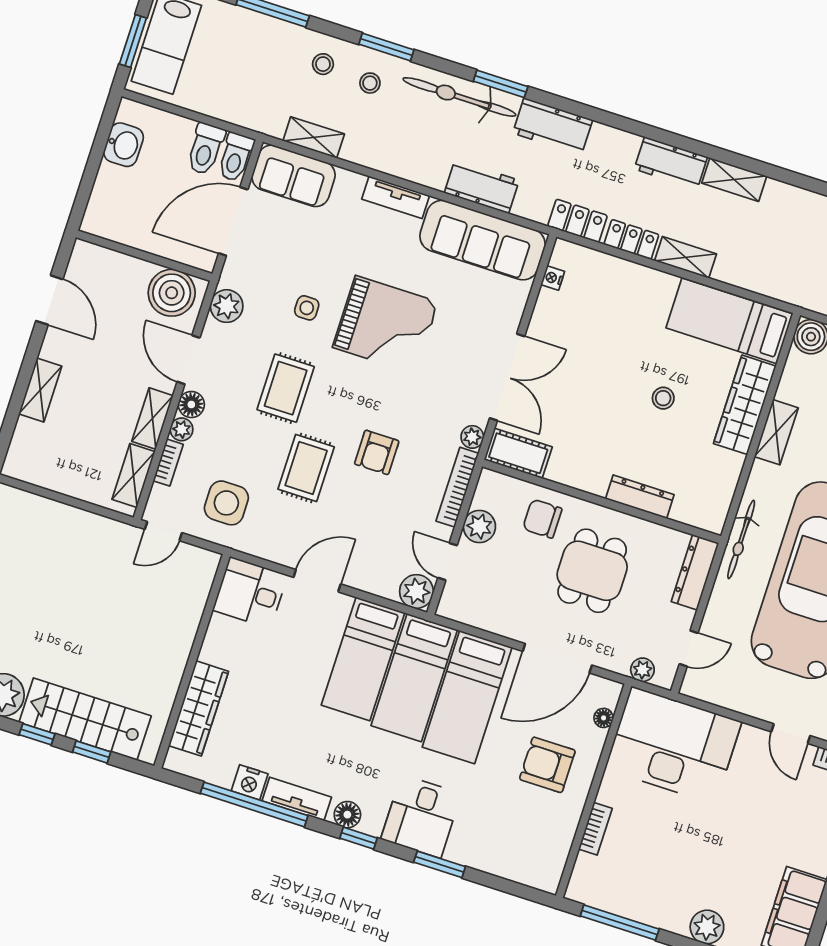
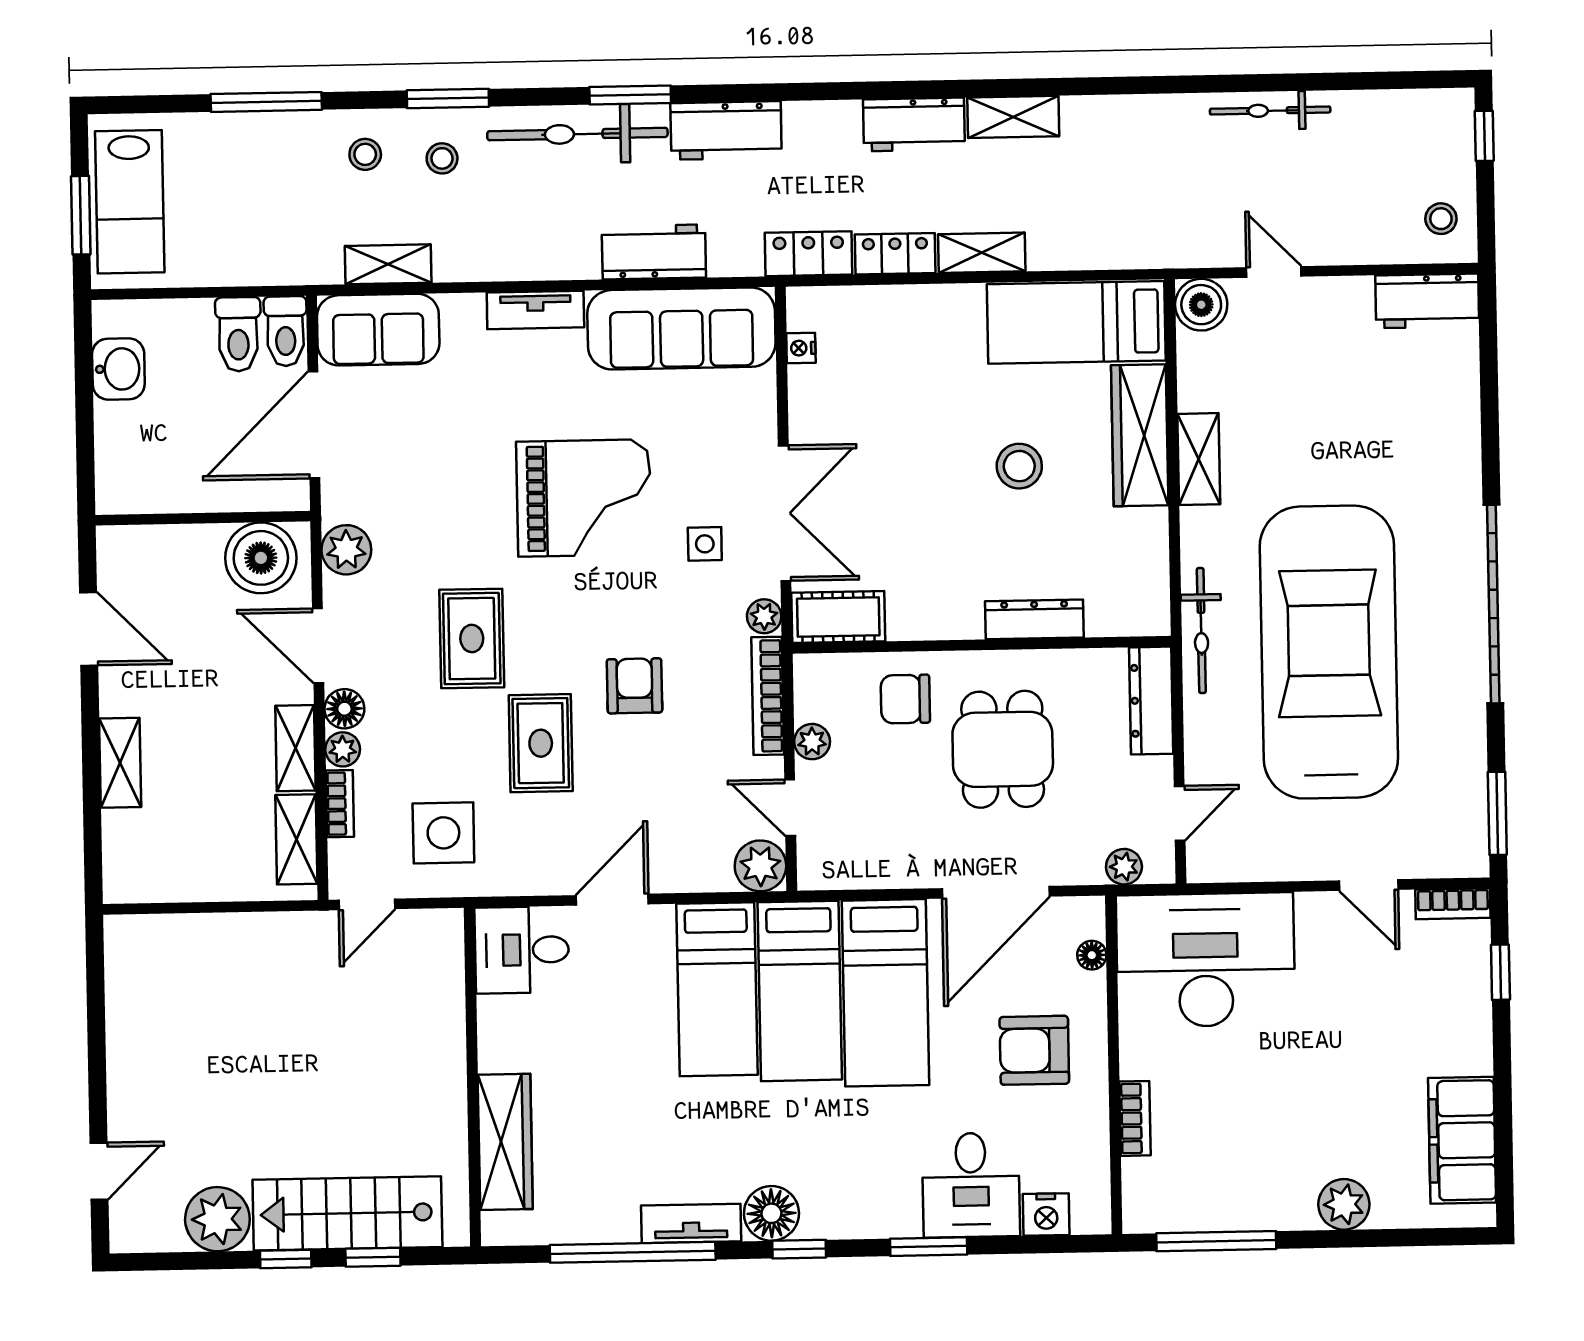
side table: (307, 308) -> (705, 544), moved
stool: (663, 398) -> (1019, 466), width x1.37, depth x1.37
armchair: (377, 452) -> (635, 686), turned 180
plant: (479, 526) -> (812, 742), width x0.73, depth x0.73
nightstand: (250, 782) -> (1046, 1215), moved
floor lamp: (347, 815) -> (771, 1213), width x1.38, depth x1.38
desk: (421, 816) -> (971, 1185), moved

